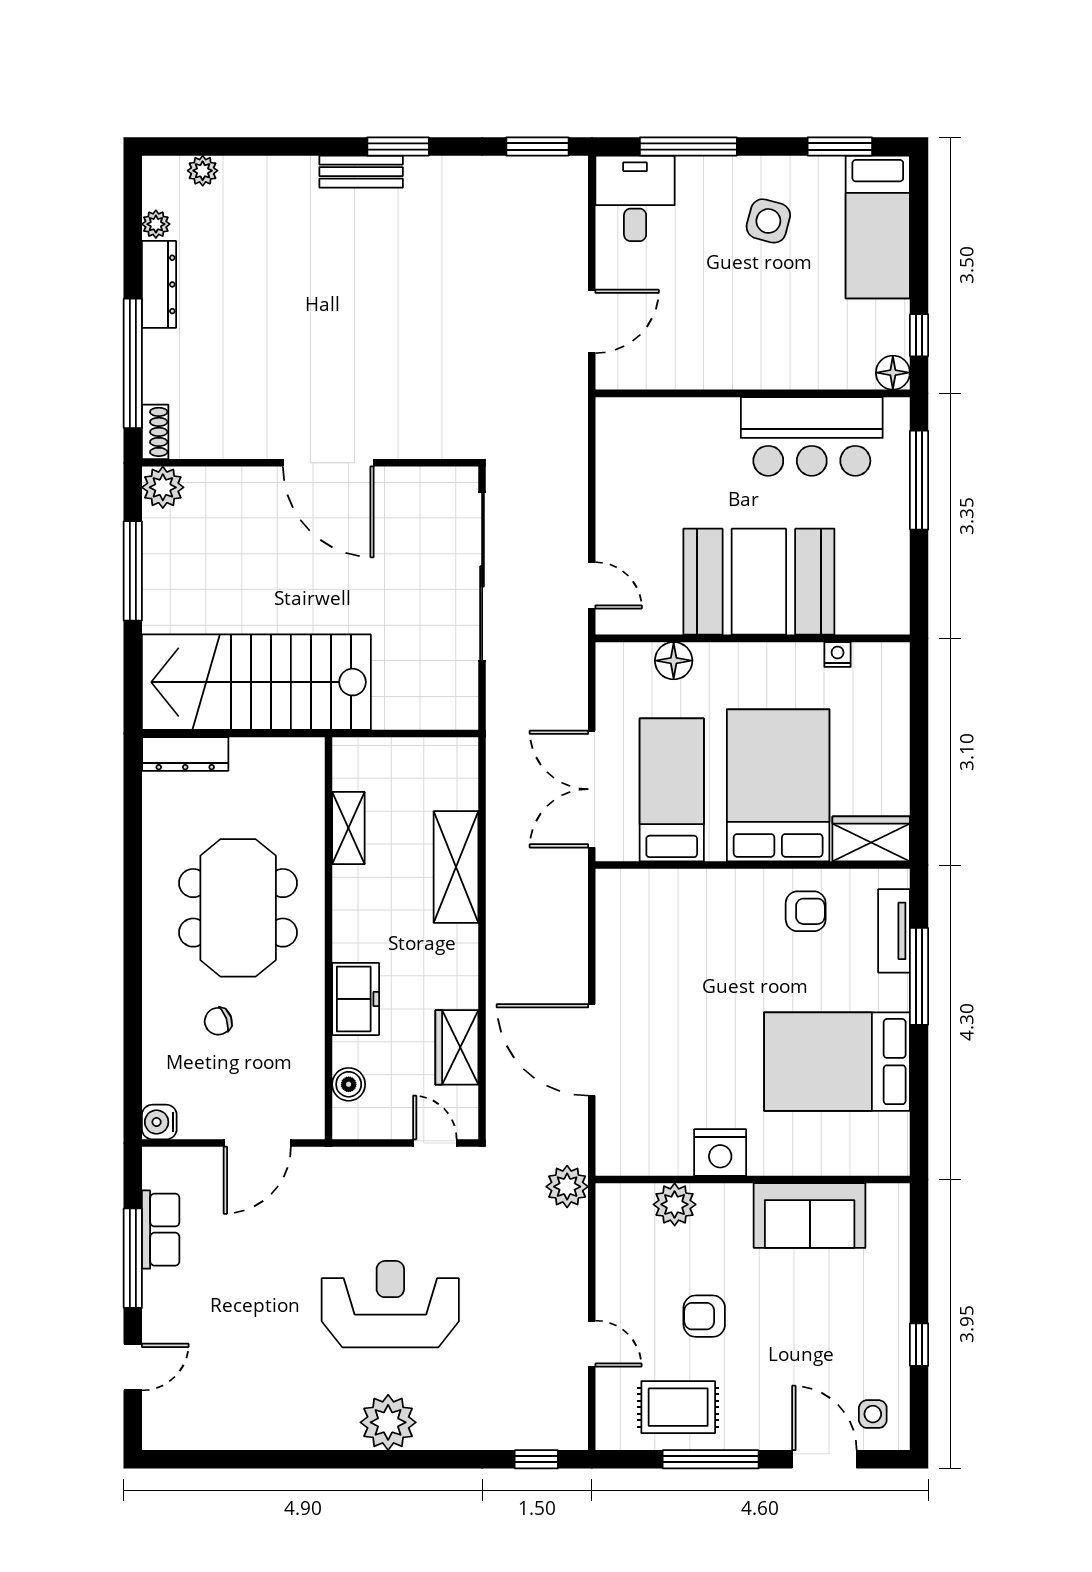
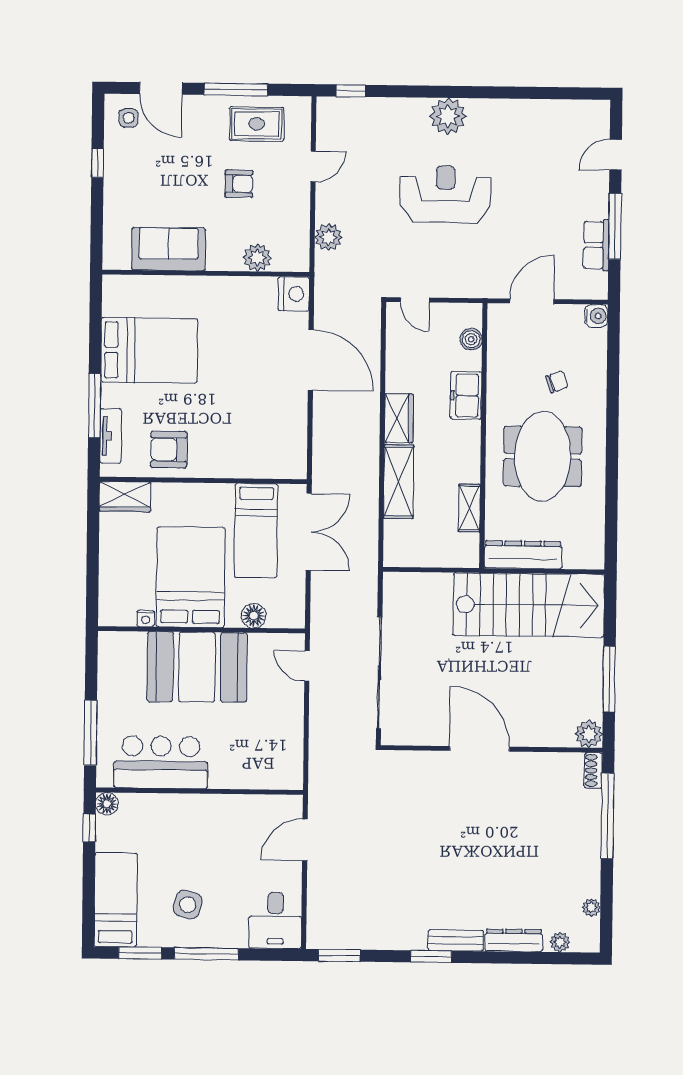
window: (688, 147) -> (206, 954), moved
dresser: (159, 284) -> (514, 940), moved, turned 90
dresser: (185, 754) -> (523, 555), moved, width x1.37, depth x1.24
bed: (778, 785) -> (191, 577), moved, turned 180
armchair: (806, 911) -> (169, 450), width x1.38, depth x1.38
wardrobe: (457, 1047) -> (399, 418), moved
nightstand: (720, 1153) -> (294, 294), moved, turned 90
plant: (567, 1187) -> (328, 237), moved
reception desk: (390, 1304) -> (445, 194), turned 180
door: (592, 1344) -> (313, 166), swing flipped

